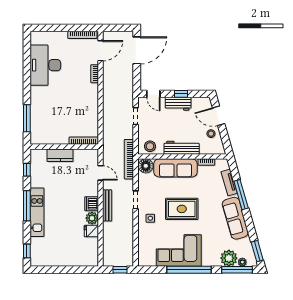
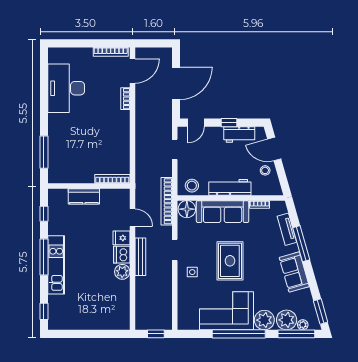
door: (137, 50) -> (176, 83), moved
door: (153, 94) -> (196, 123), hinge flipped
workbench: (178, 104) -> (239, 135), moved
rug: (182, 209) -> (230, 261), turned 90
sofa: (235, 218) -> (294, 272), width x0.73
fridge: (91, 231) -> (121, 238), moved
plant: (210, 258) -> (264, 320), added

